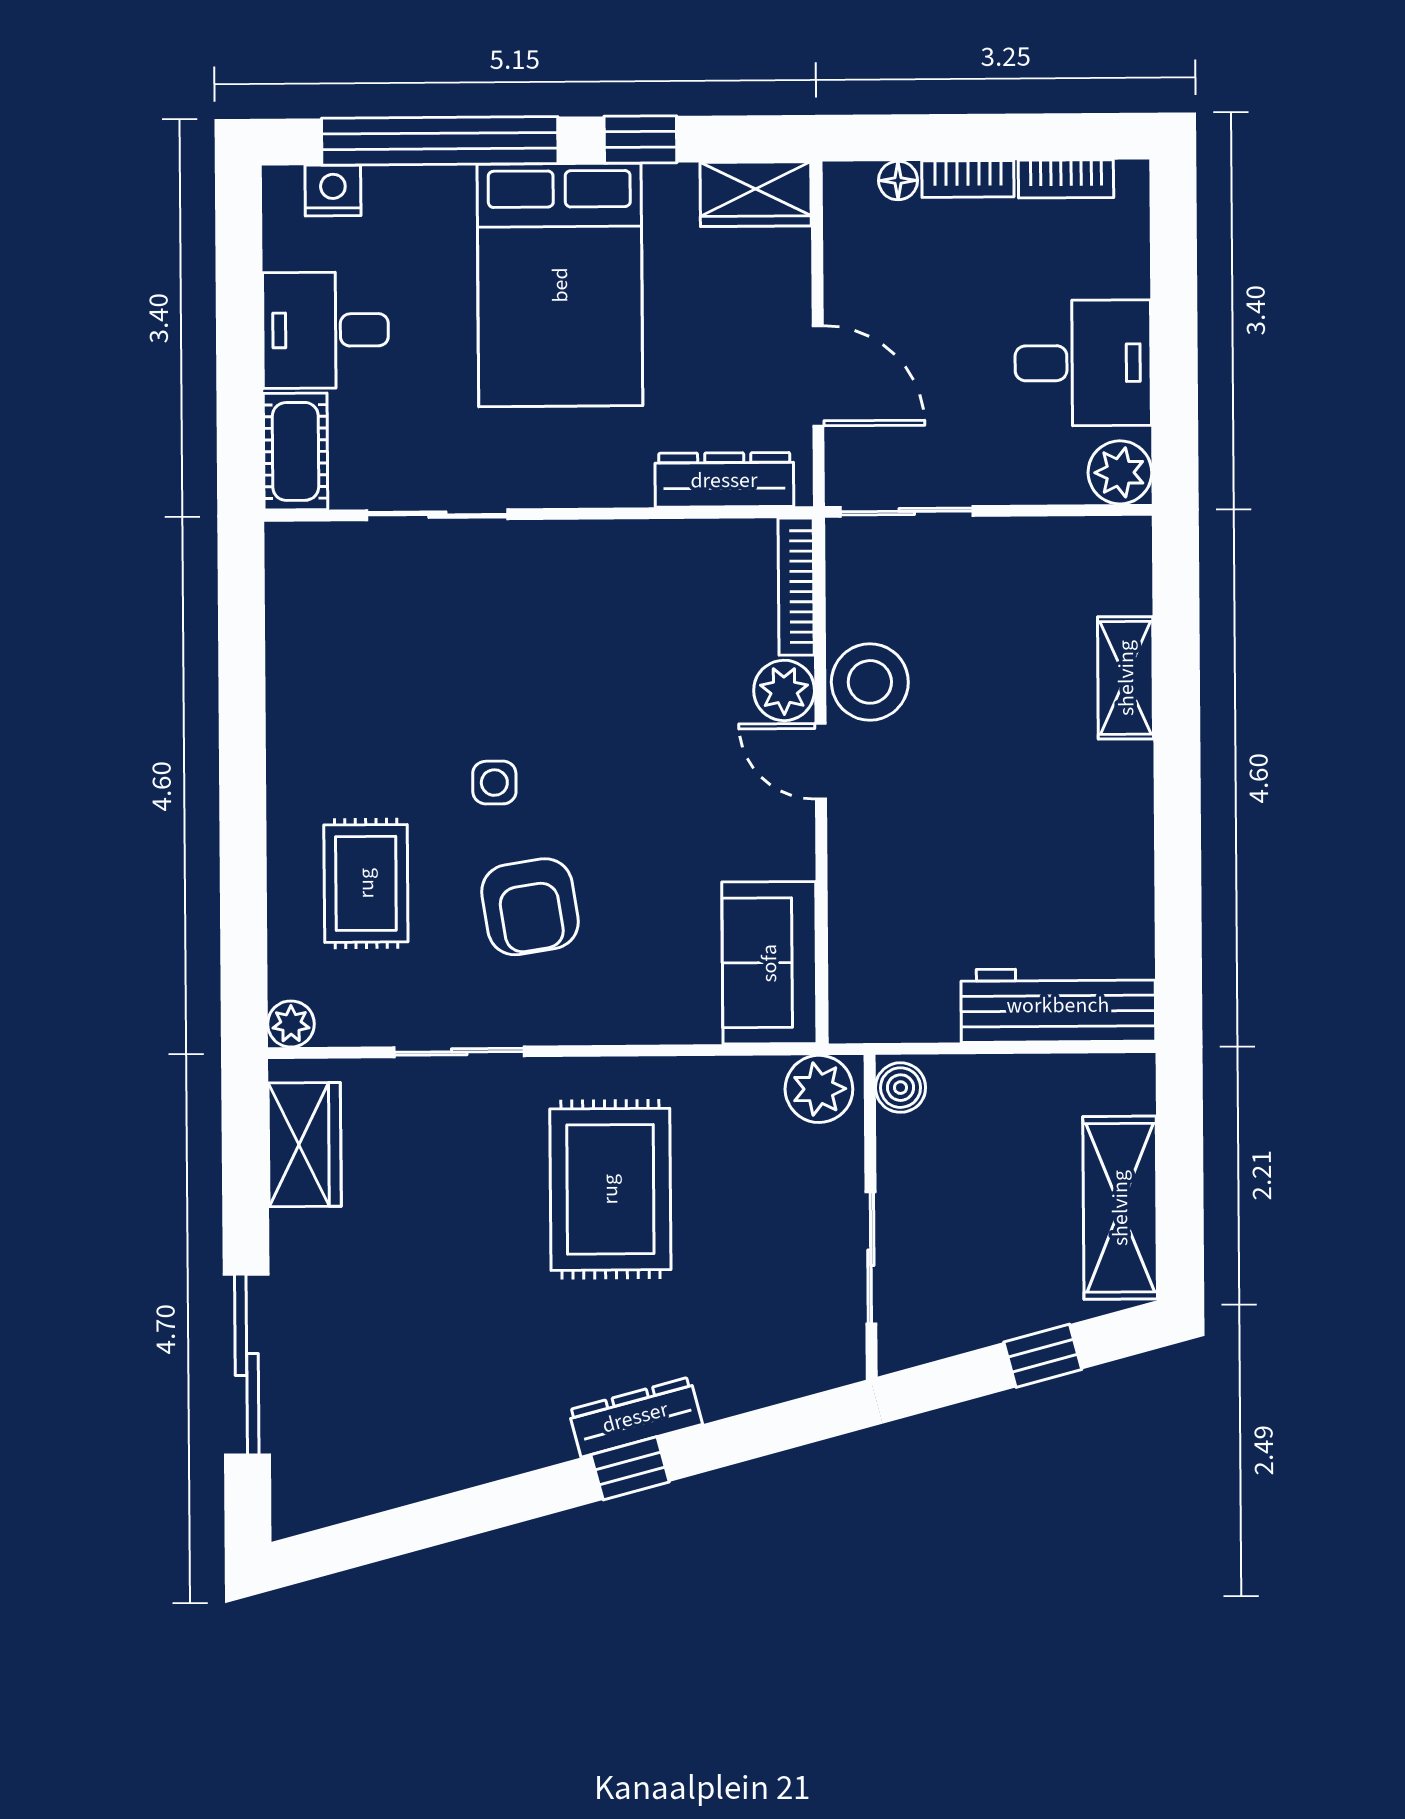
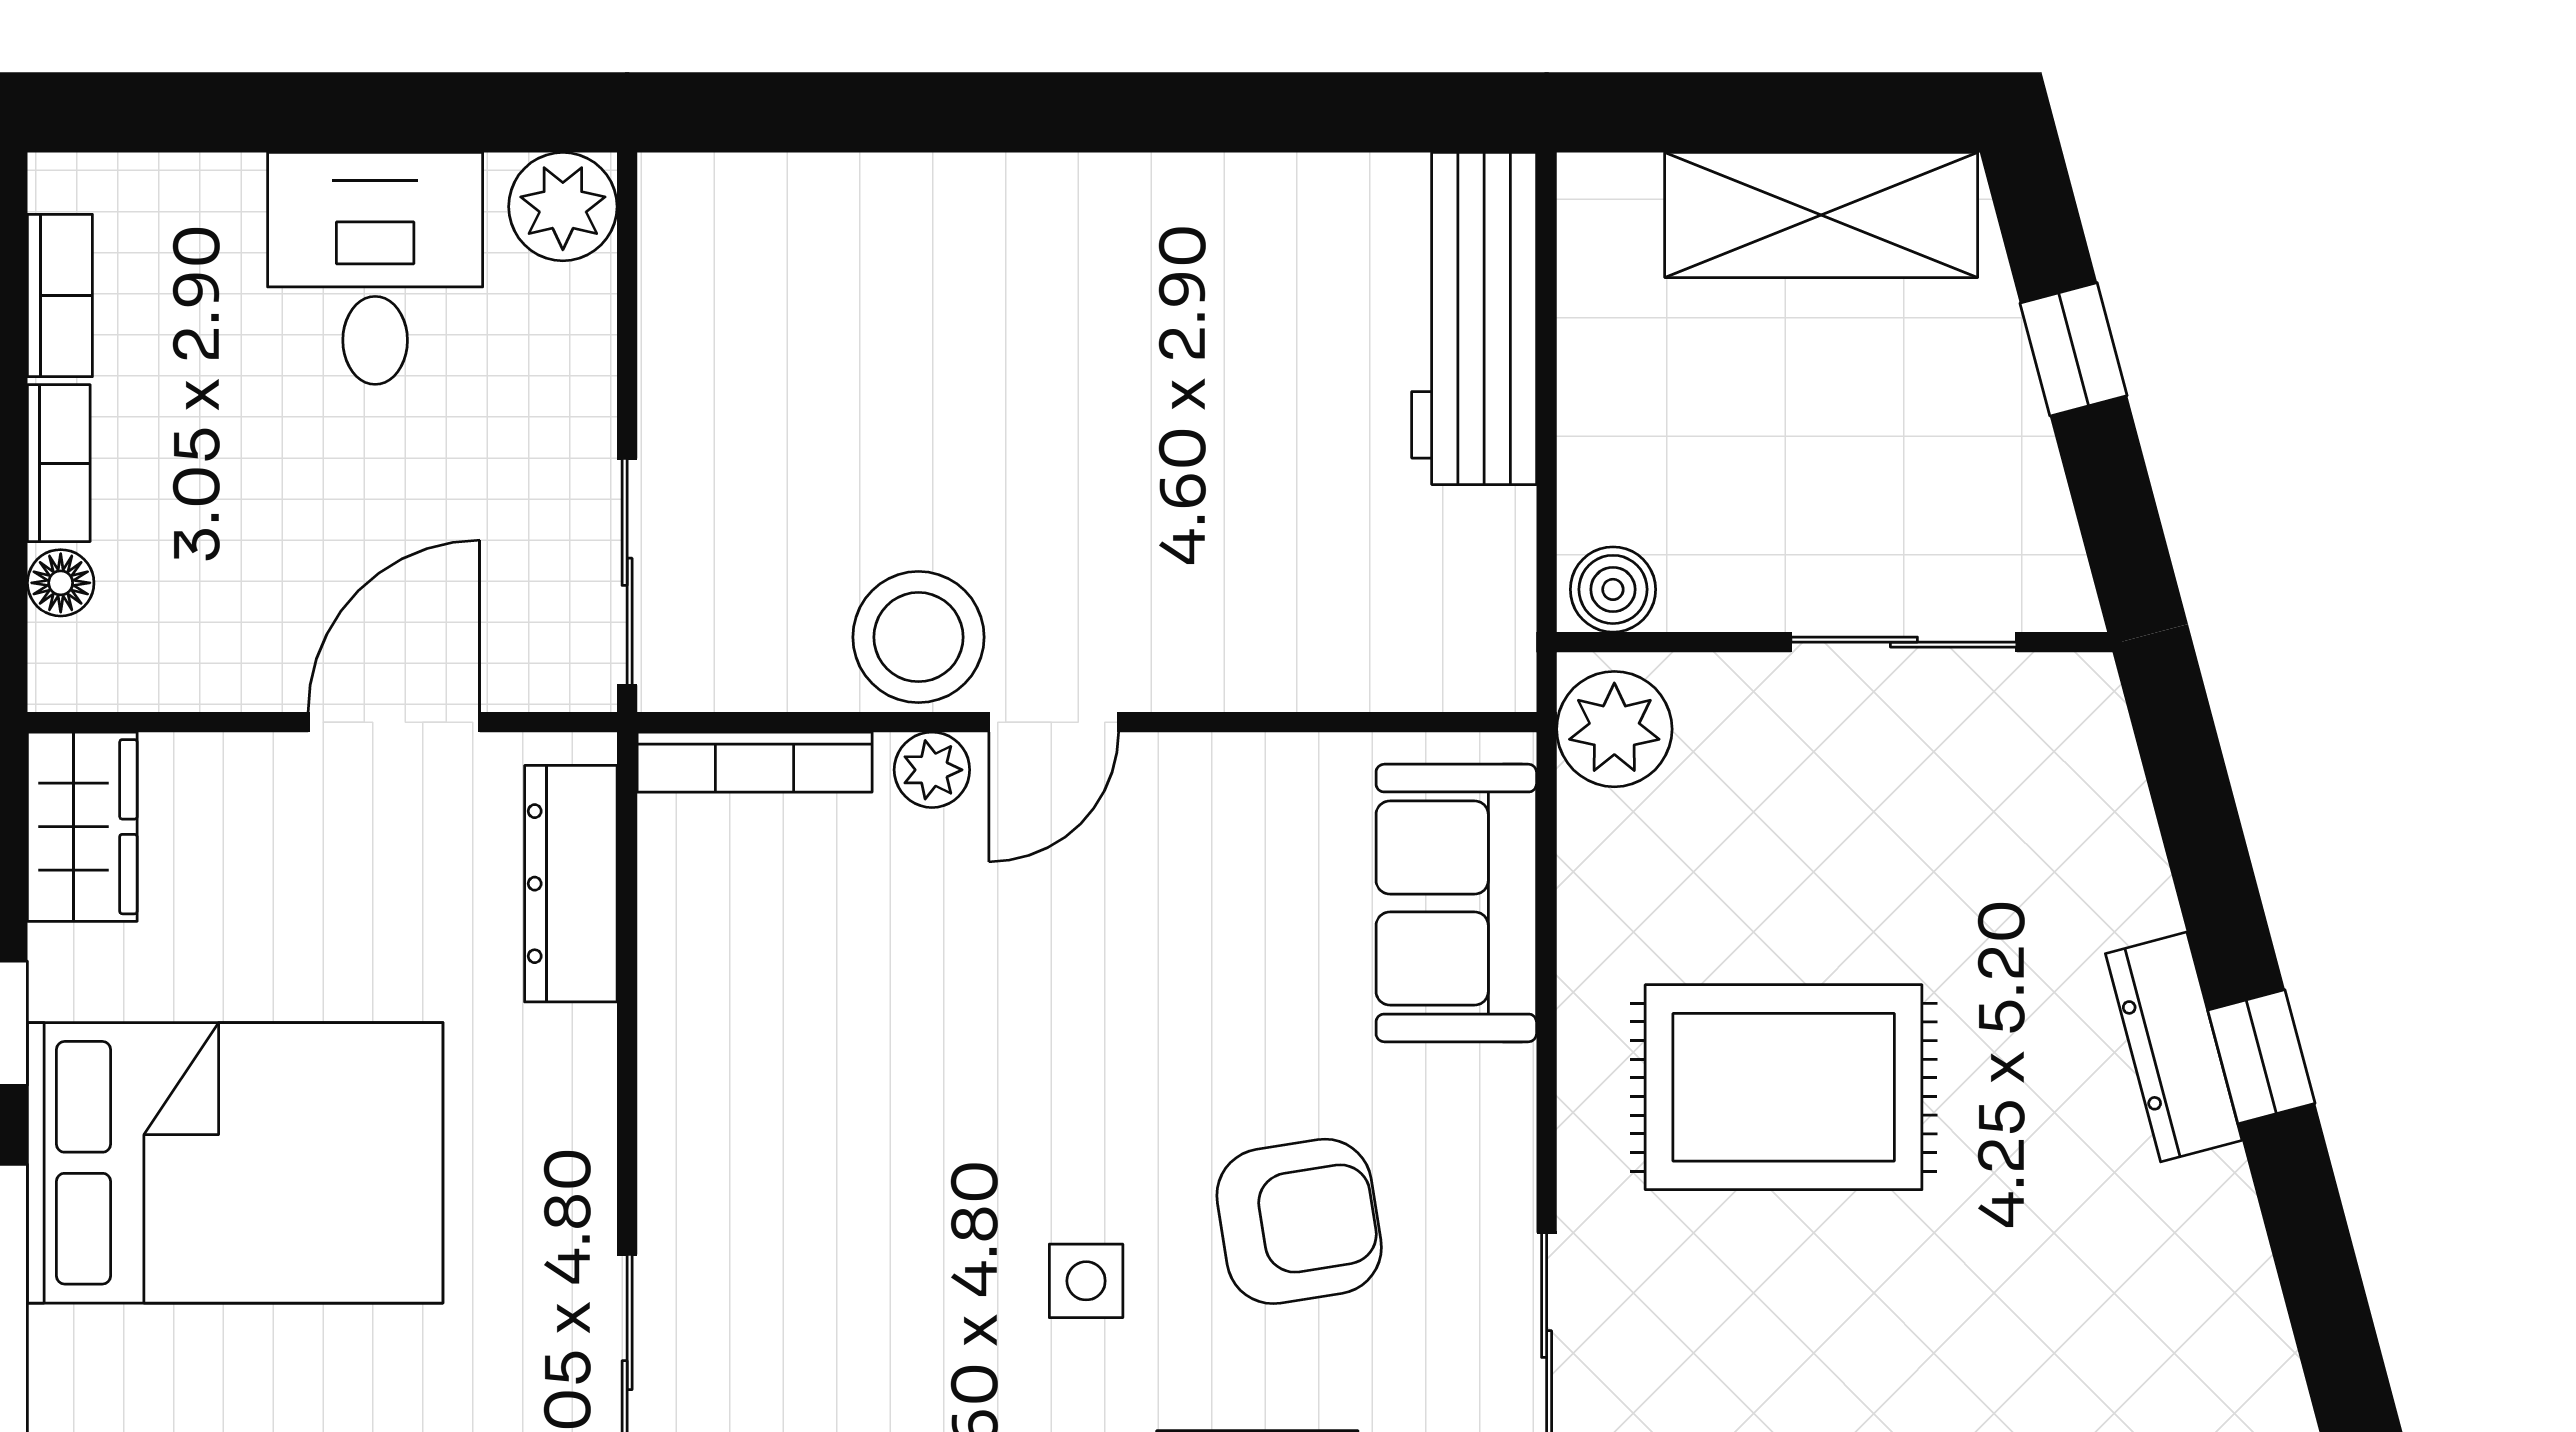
shelving: (1126, 678) -> (915, 199), removed
plant: (784, 690) -> (932, 770), width x0.73, depth x0.73
sofa: (769, 963) -> (1456, 903), moved, turned 90

